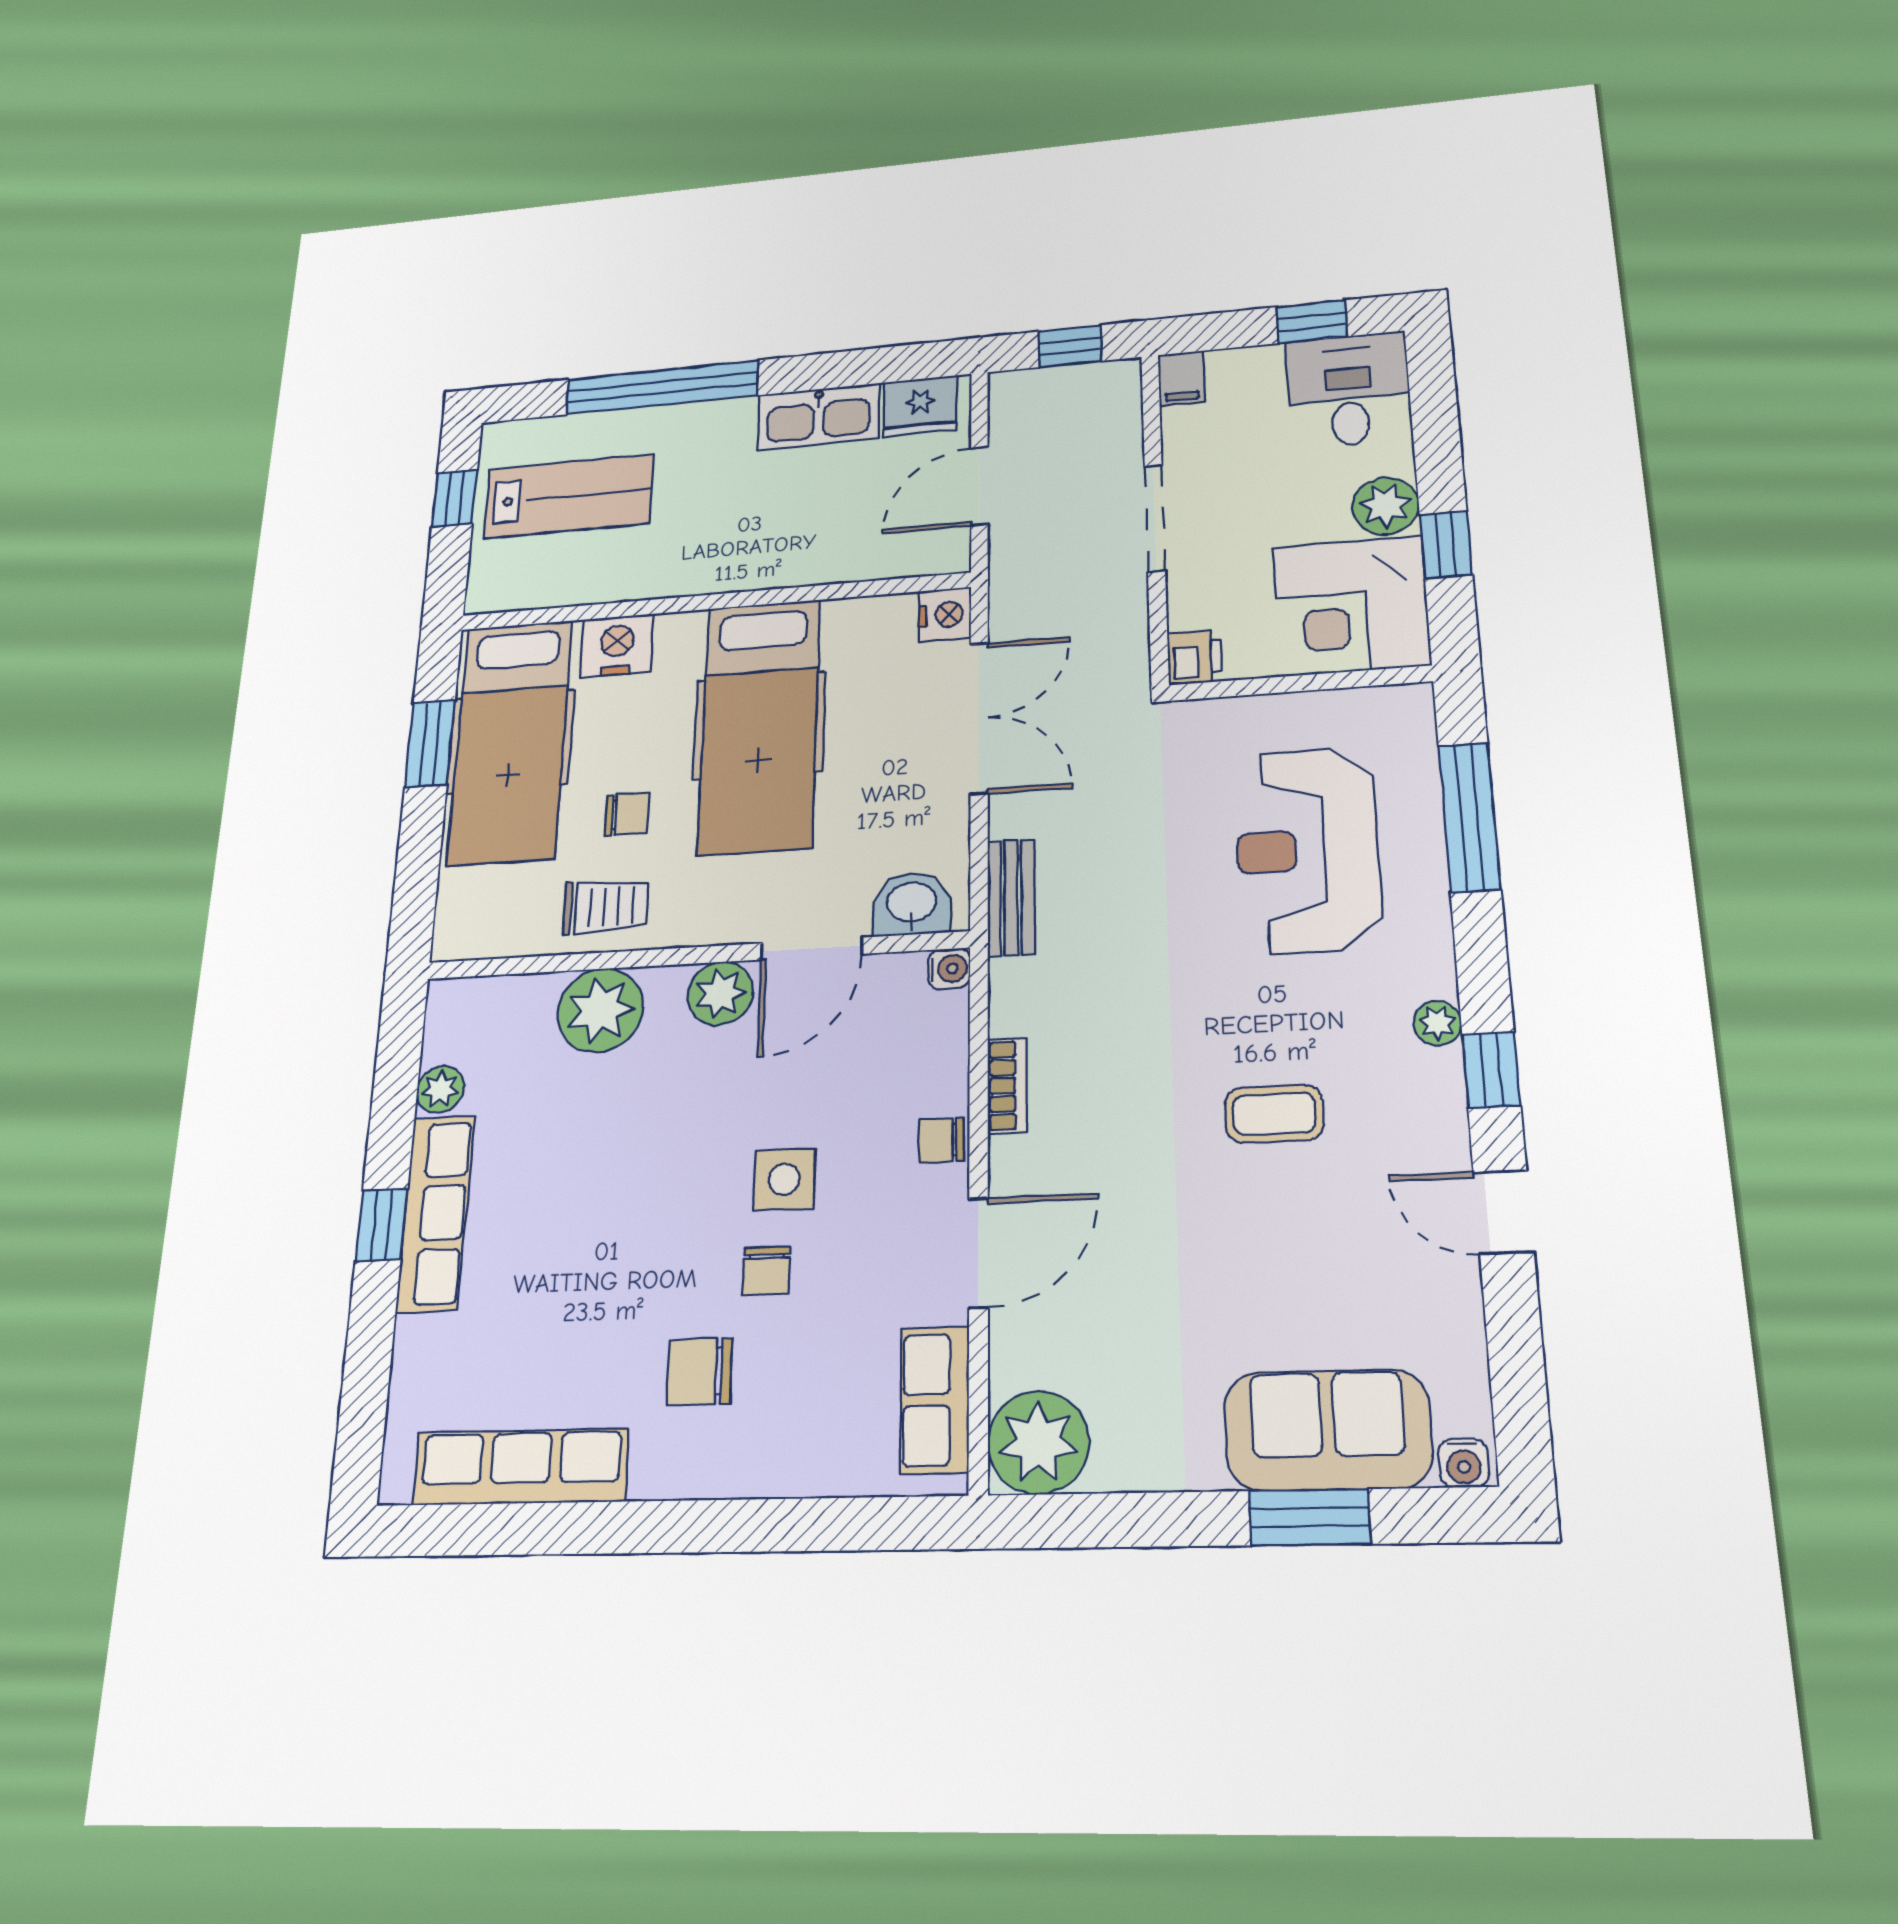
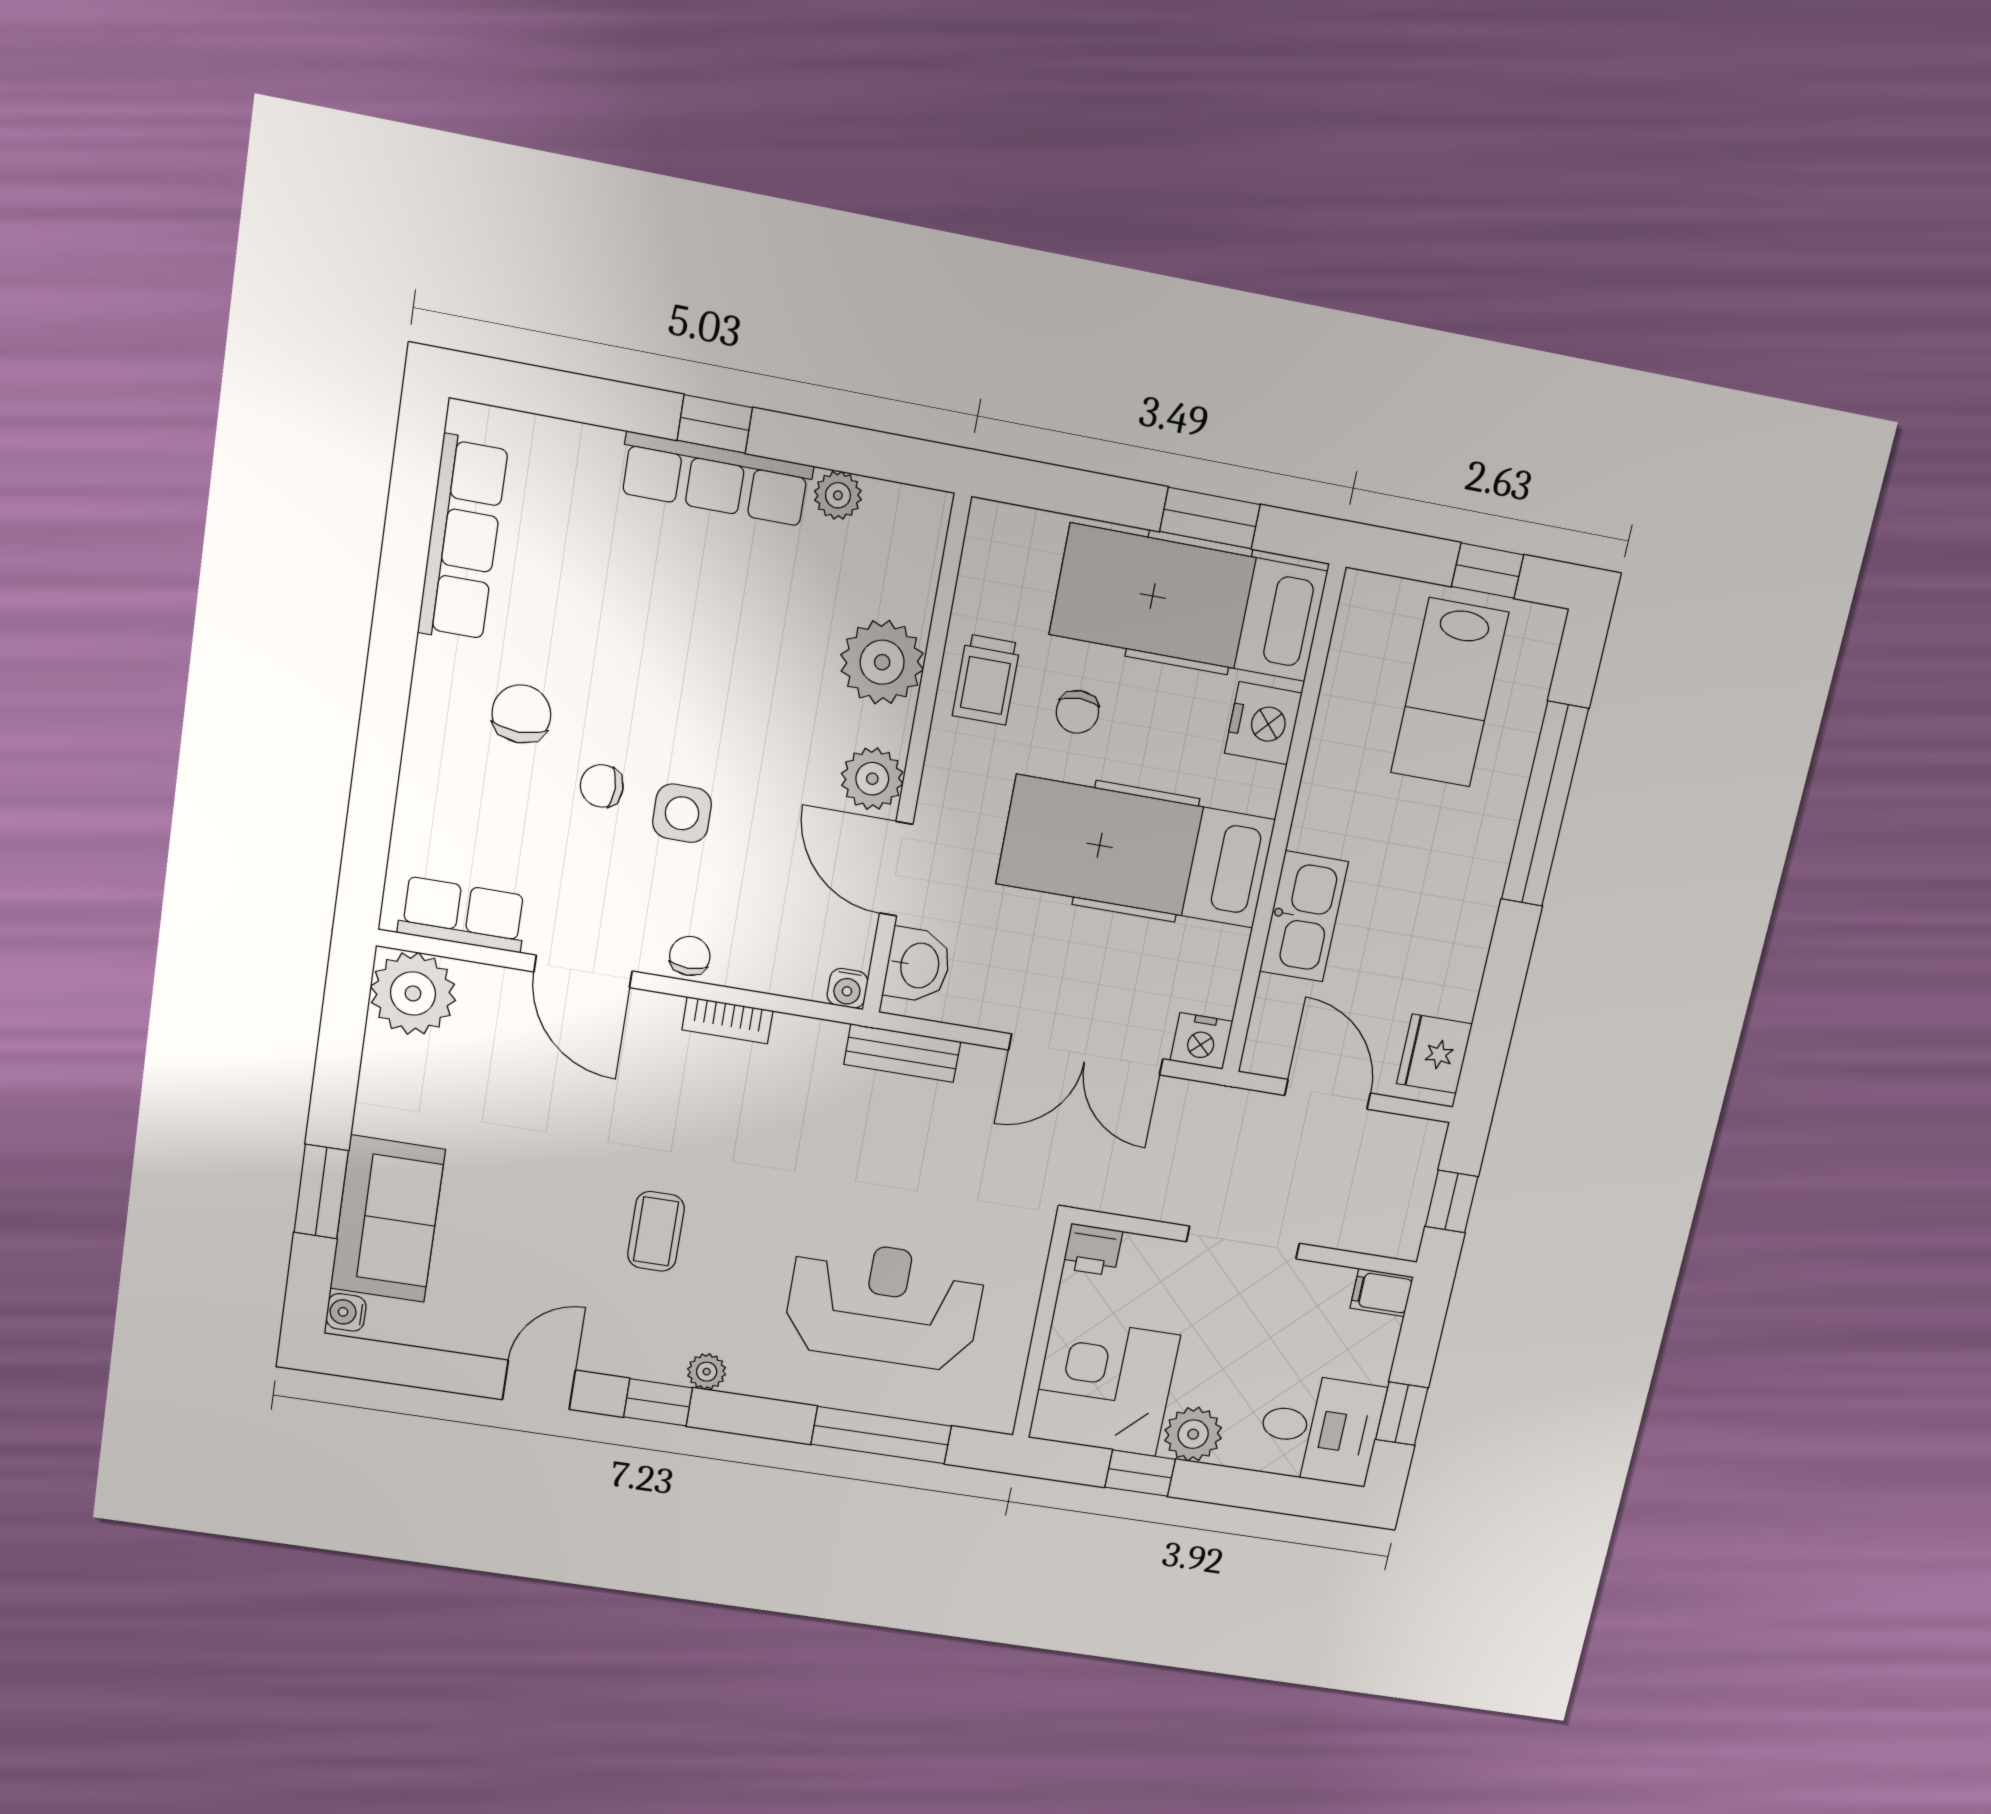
kitchen sink: (818, 417) -> (1304, 917), moved, turned 180

